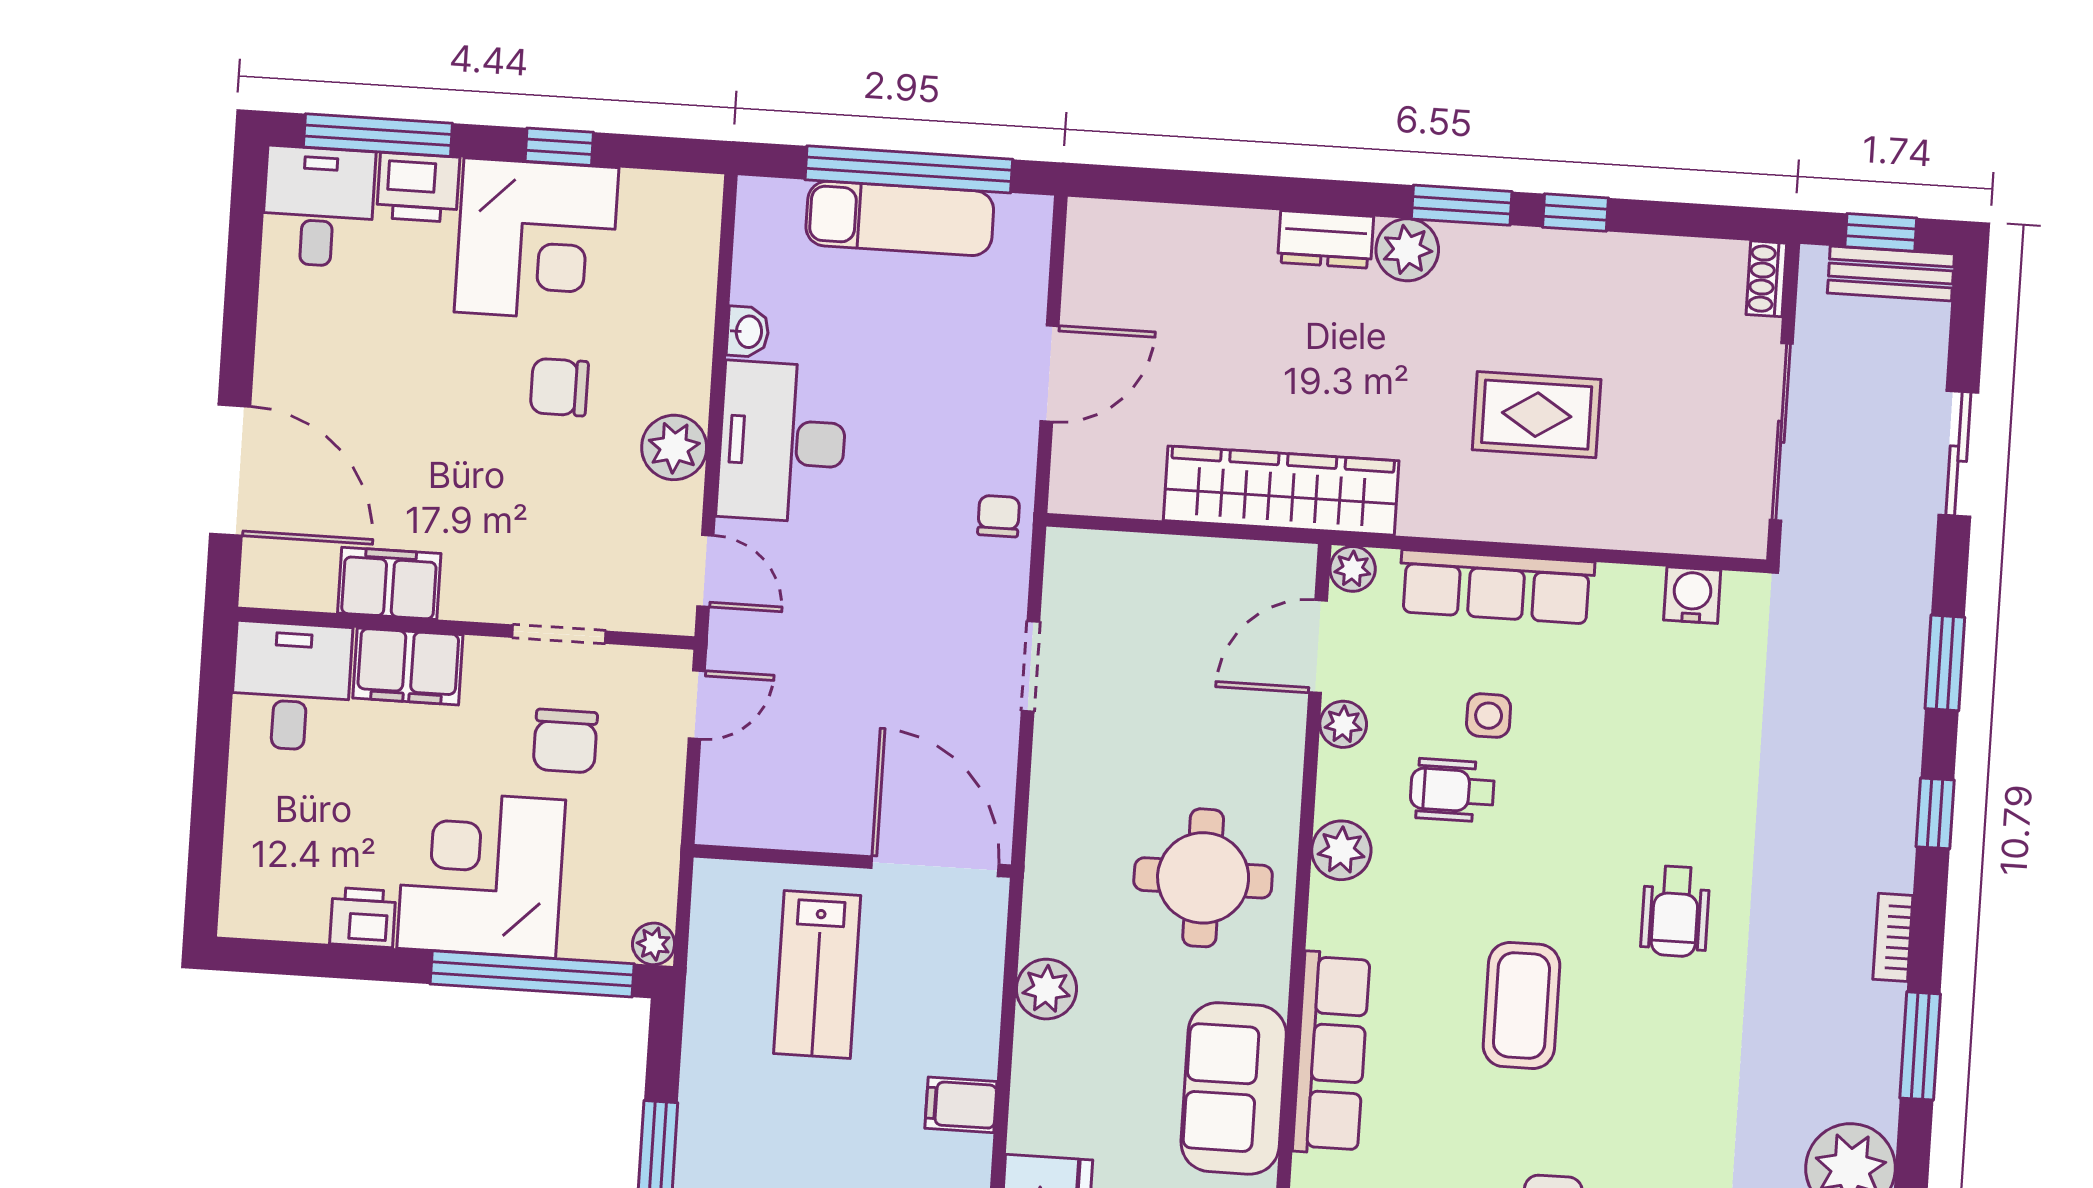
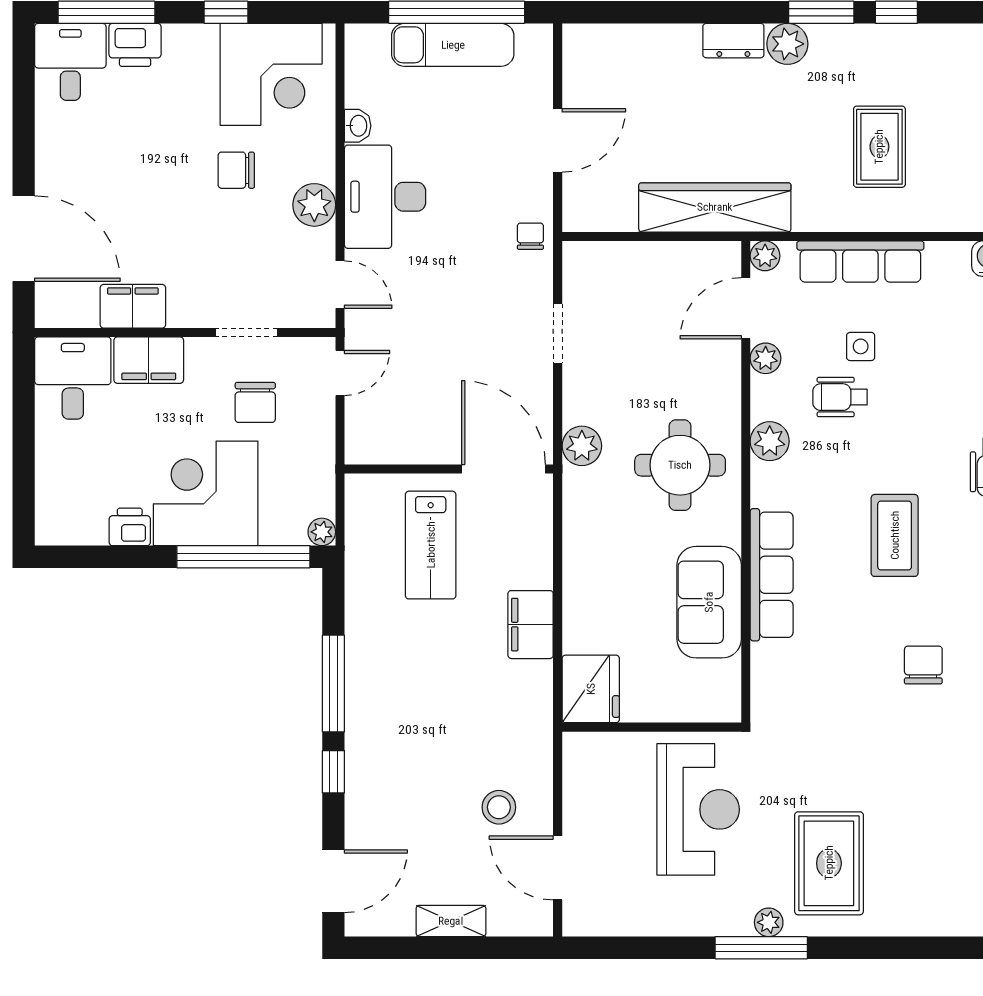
corner desk: (537, 240) -> (271, 74), moved
rug: (1537, 415) -> (879, 147), turned 90
plant: (1046, 989) -> (582, 446), moved
filing cabinet: (961, 1105) -> (531, 625), width x2.00

